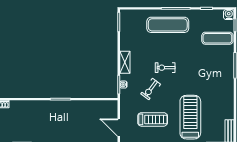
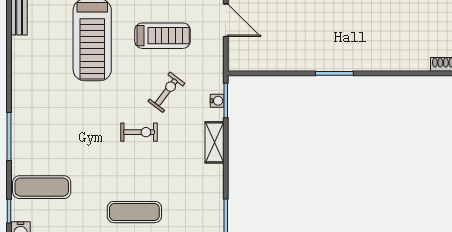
exercise mat: (168, 25) -> (134, 212), width x0.73, depth x0.69
treadmill: (153, 119) -> (163, 36), turned 180

